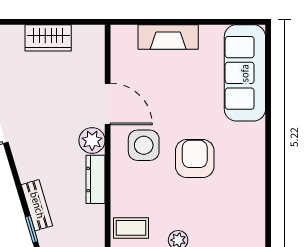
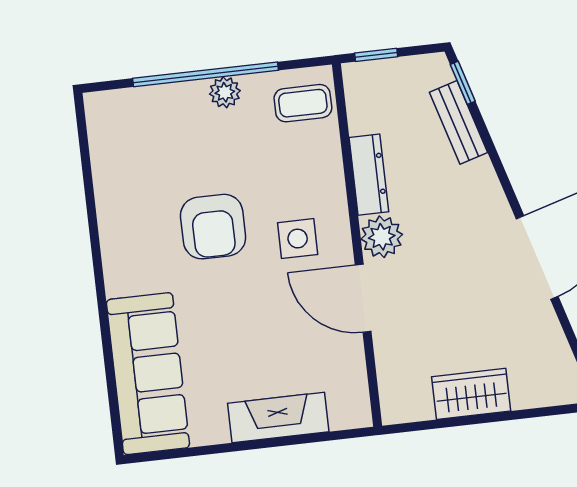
side table: (144, 145) -> (298, 239), width x0.73, depth x0.73

